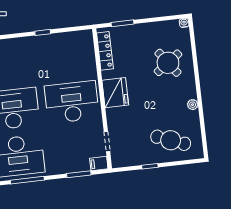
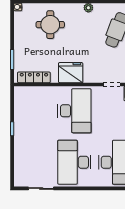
round table: (168, 63) -> (50, 25), turned 36
desk: (72, 102) -> (74, 111), turned 180

